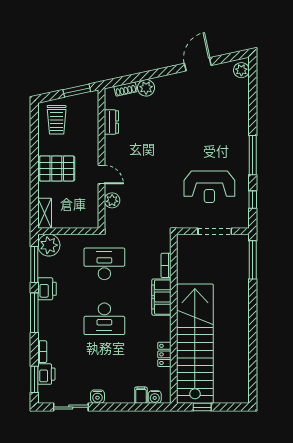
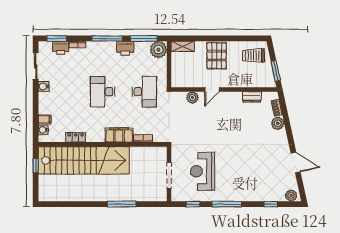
window: (253, 97) -> (271, 204), added
window: (253, 260) -> (122, 204), moved

